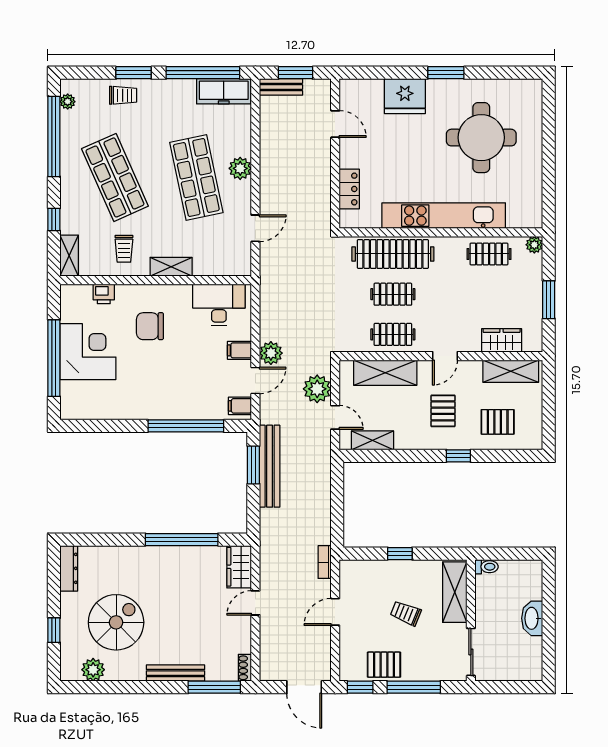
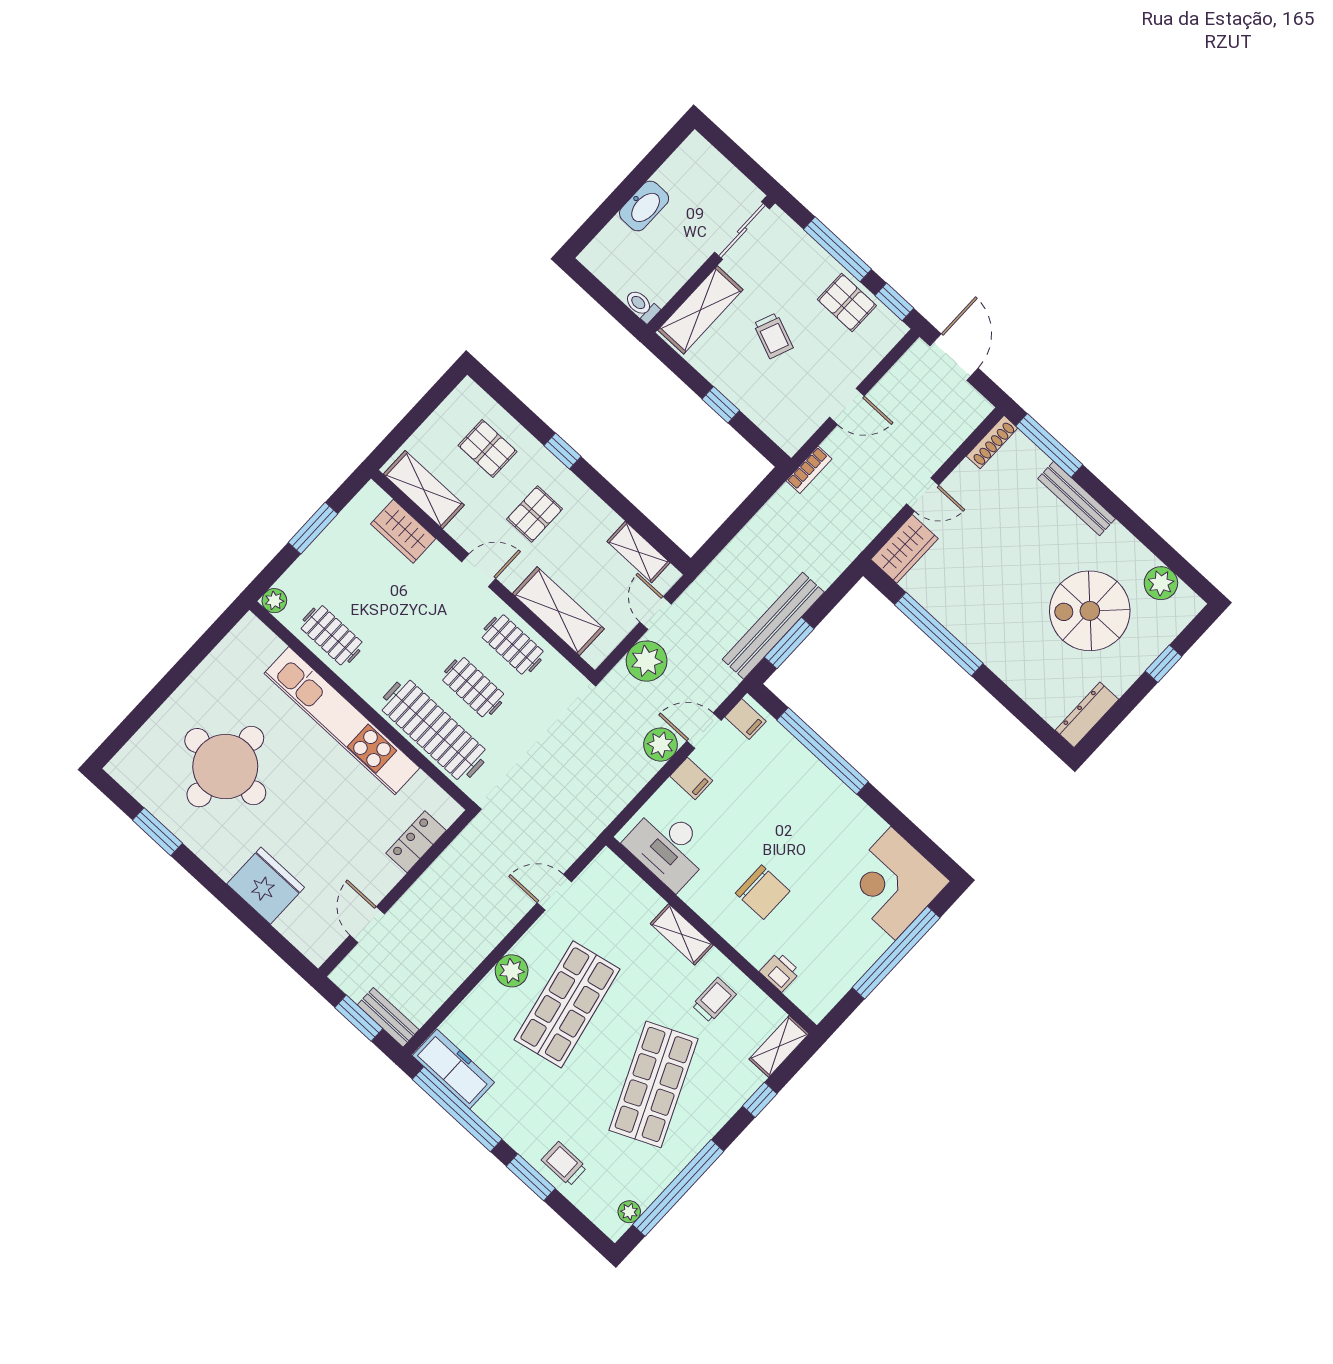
window: (446, 73) -> (157, 832), moved
corner desk: (88, 352) -> (893, 883), moved
shoe rack: (245, 668) -> (992, 442), width x1.43

